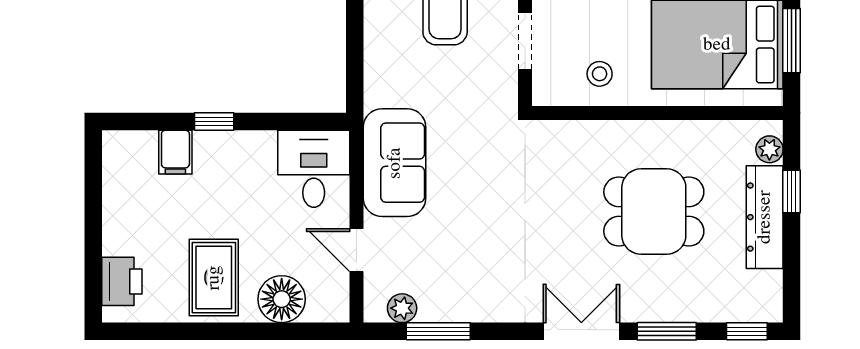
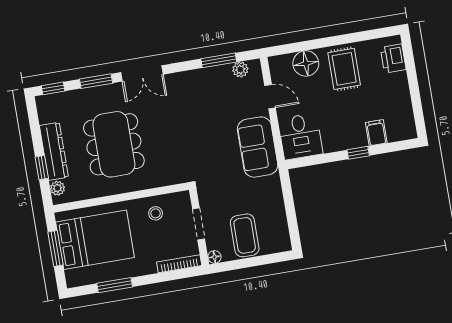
dining table: (654, 211) -> (114, 144), width x1.37

